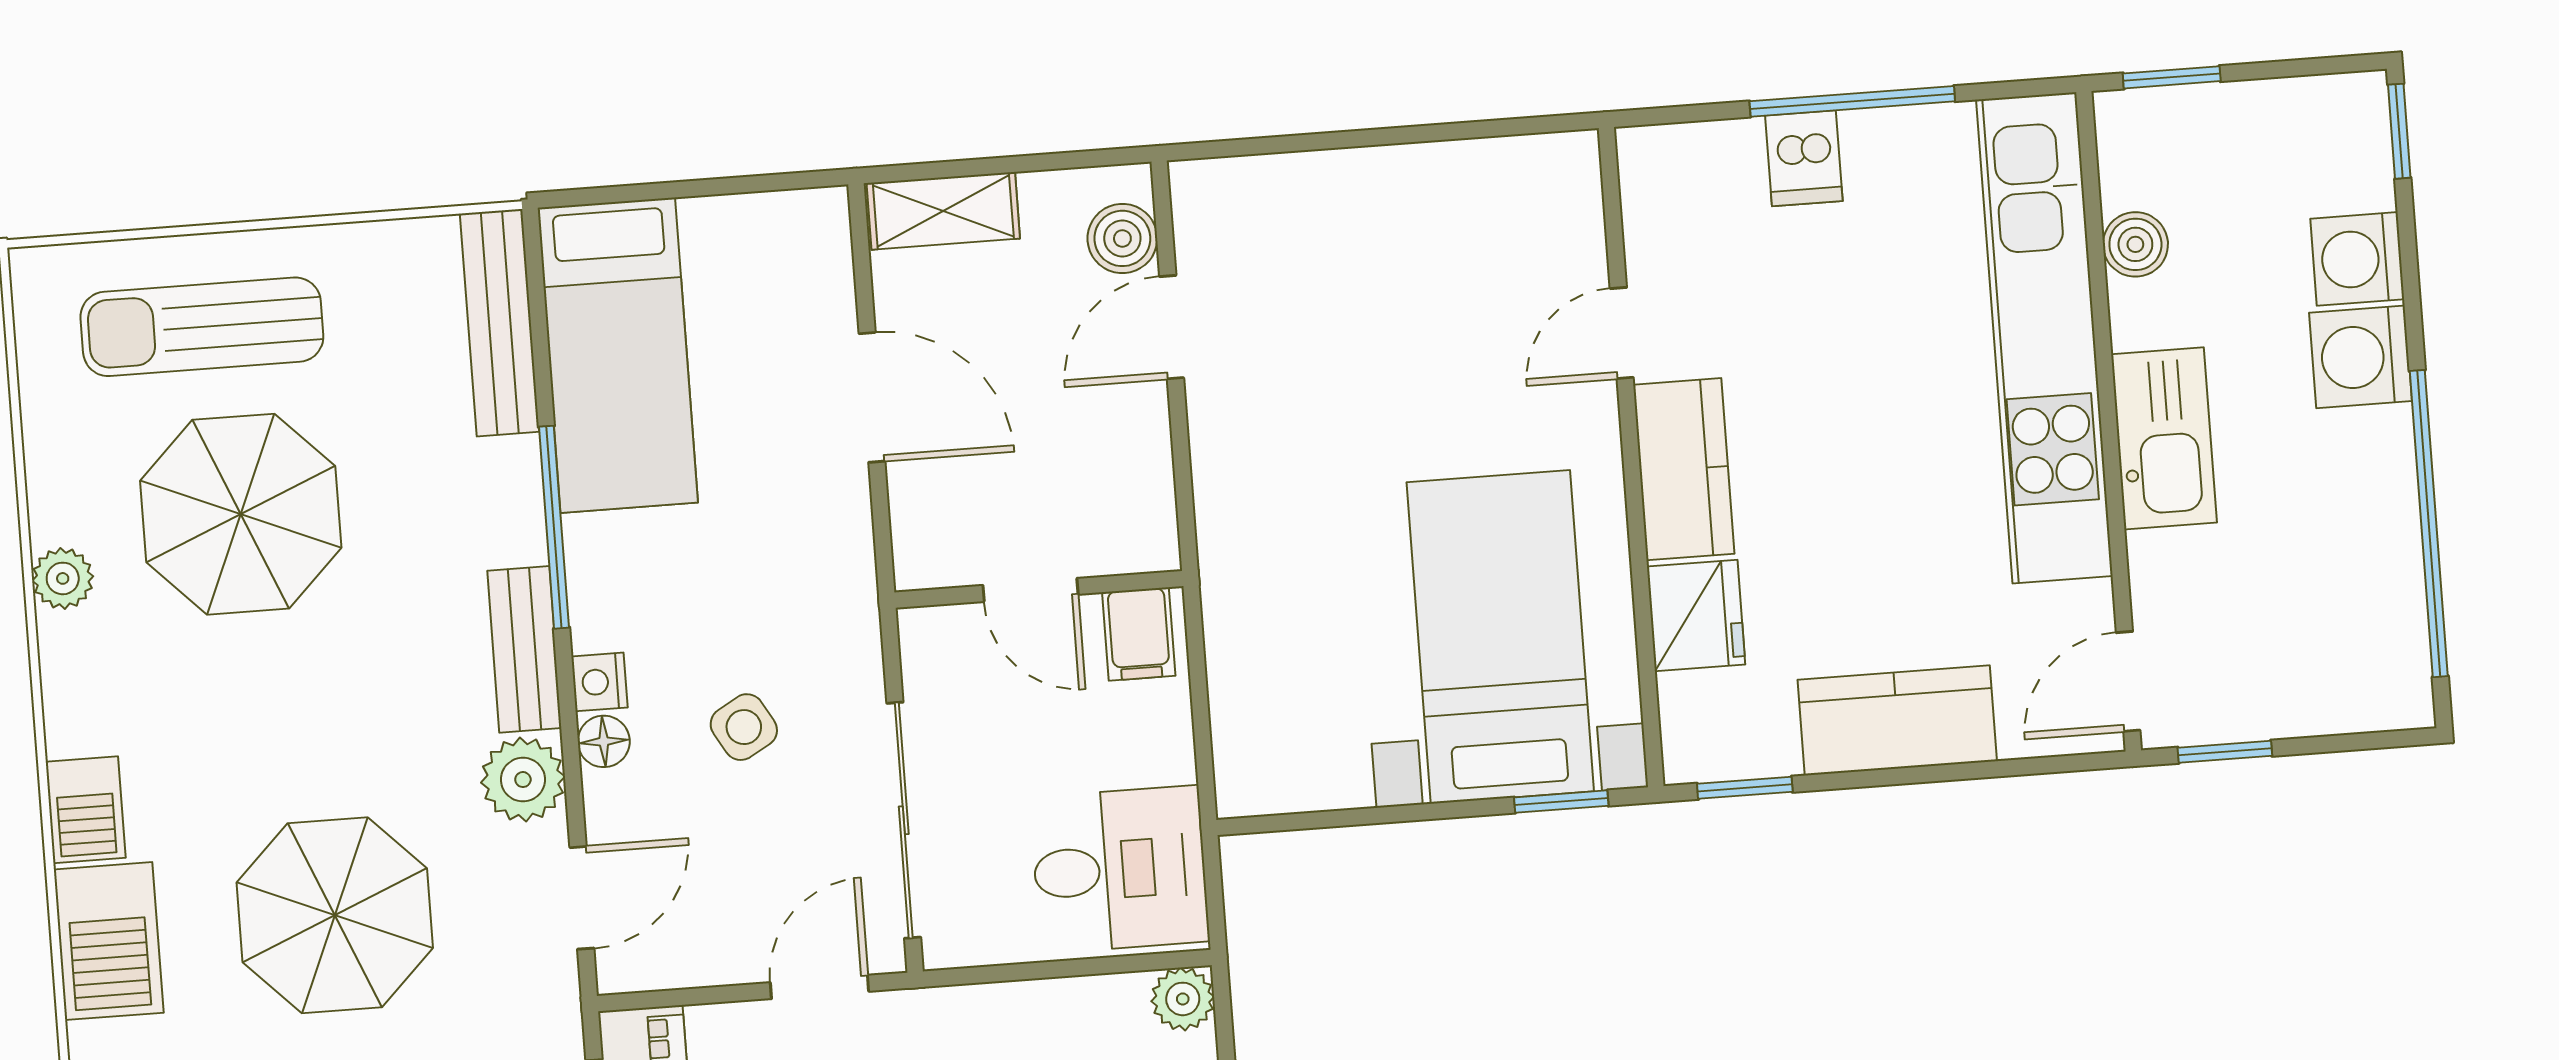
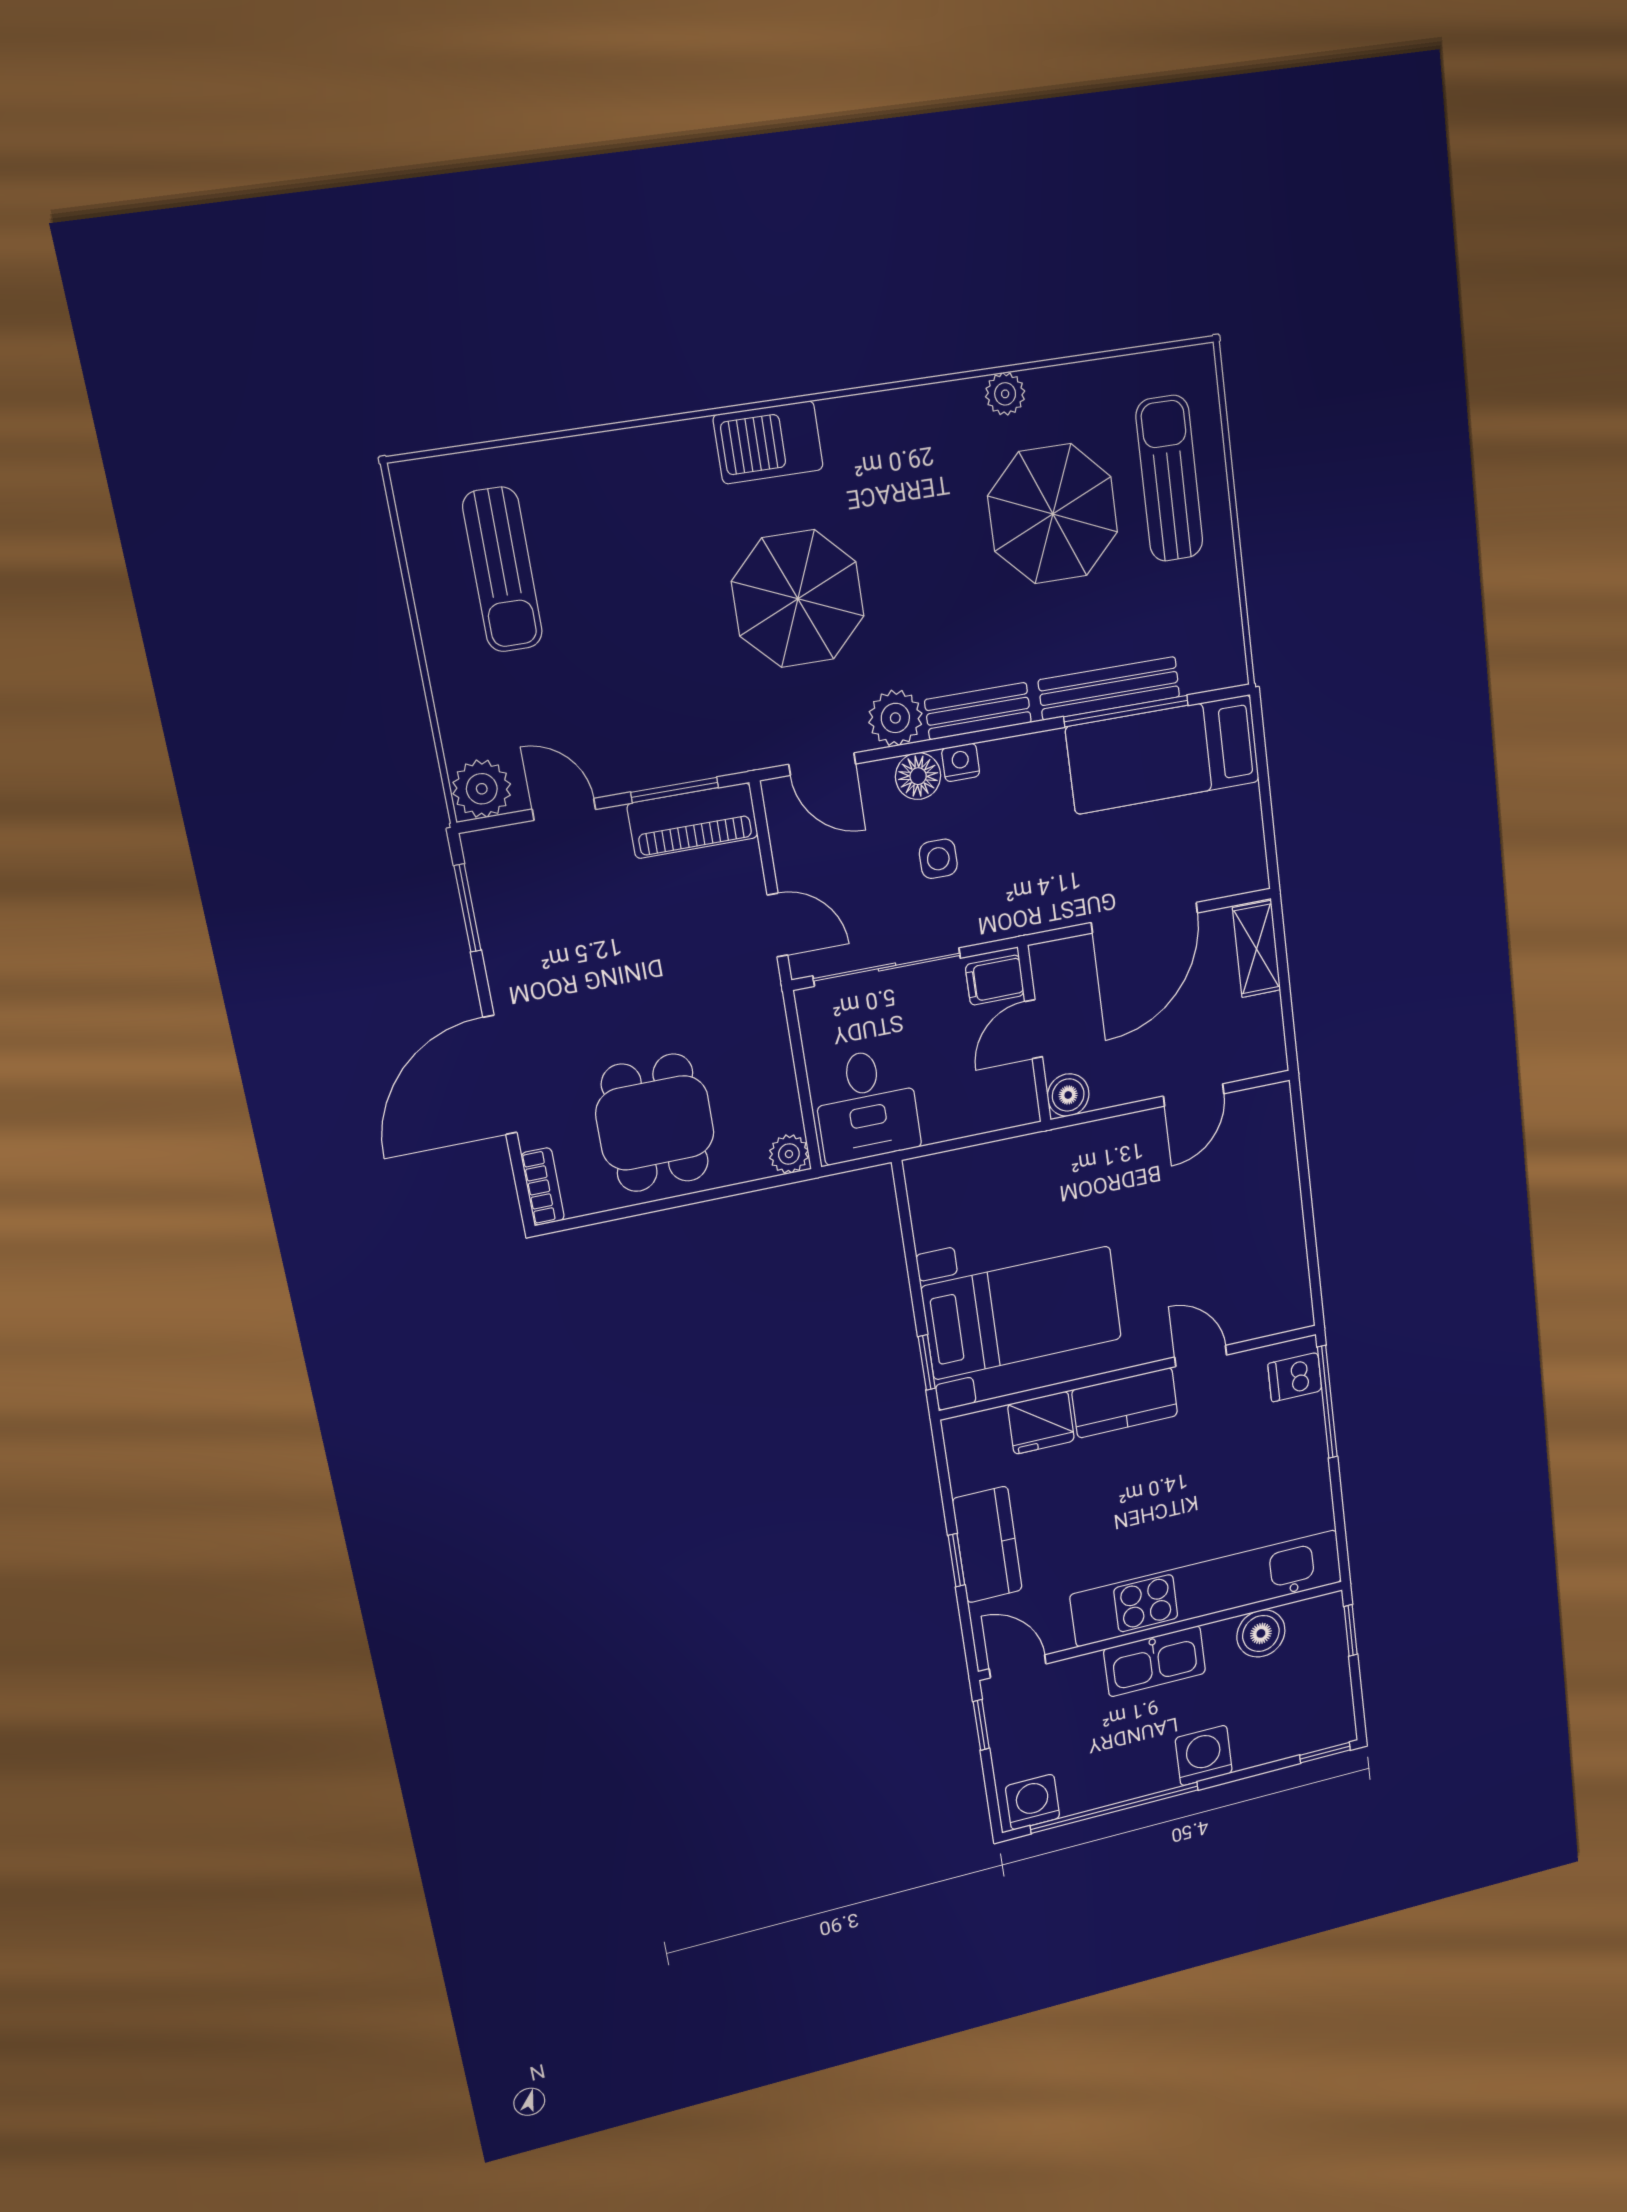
window: (1852, 101) -> (1327, 1402), moved
dishwasher: (1804, 158) -> (1295, 1377), moved
boiler: (1122, 238) -> (1068, 1095), moved
boiler: (2135, 244) -> (1261, 1633), width x1.36, depth x1.36
washing machine: (2357, 259) -> (1033, 1802), moved
bench: (500, 323) -> (1109, 688), moved
door: (1172, 327) -> (1194, 1095), swing flipped
door: (872, 397) -> (1145, 918), width x1.36
window: (554, 527) -> (1126, 711), moved
filing cabinet: (1139, 634) -> (995, 980), moved
side table: (744, 727) -> (938, 859), turned 30
floor lamp: (604, 741) -> (918, 776), width x1.37, depth x1.37
window: (1745, 788) -> (956, 1560), moved
barbecue: (86, 810) -> (855, 420), removed

